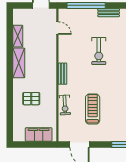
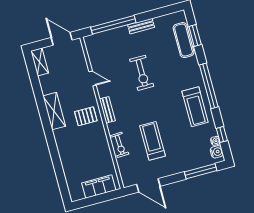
door: (57, 28) -> (93, 78), moved
shelving: (18, 36) -> (40, 62), moved
pallet: (31, 99) -> (86, 116), moved

